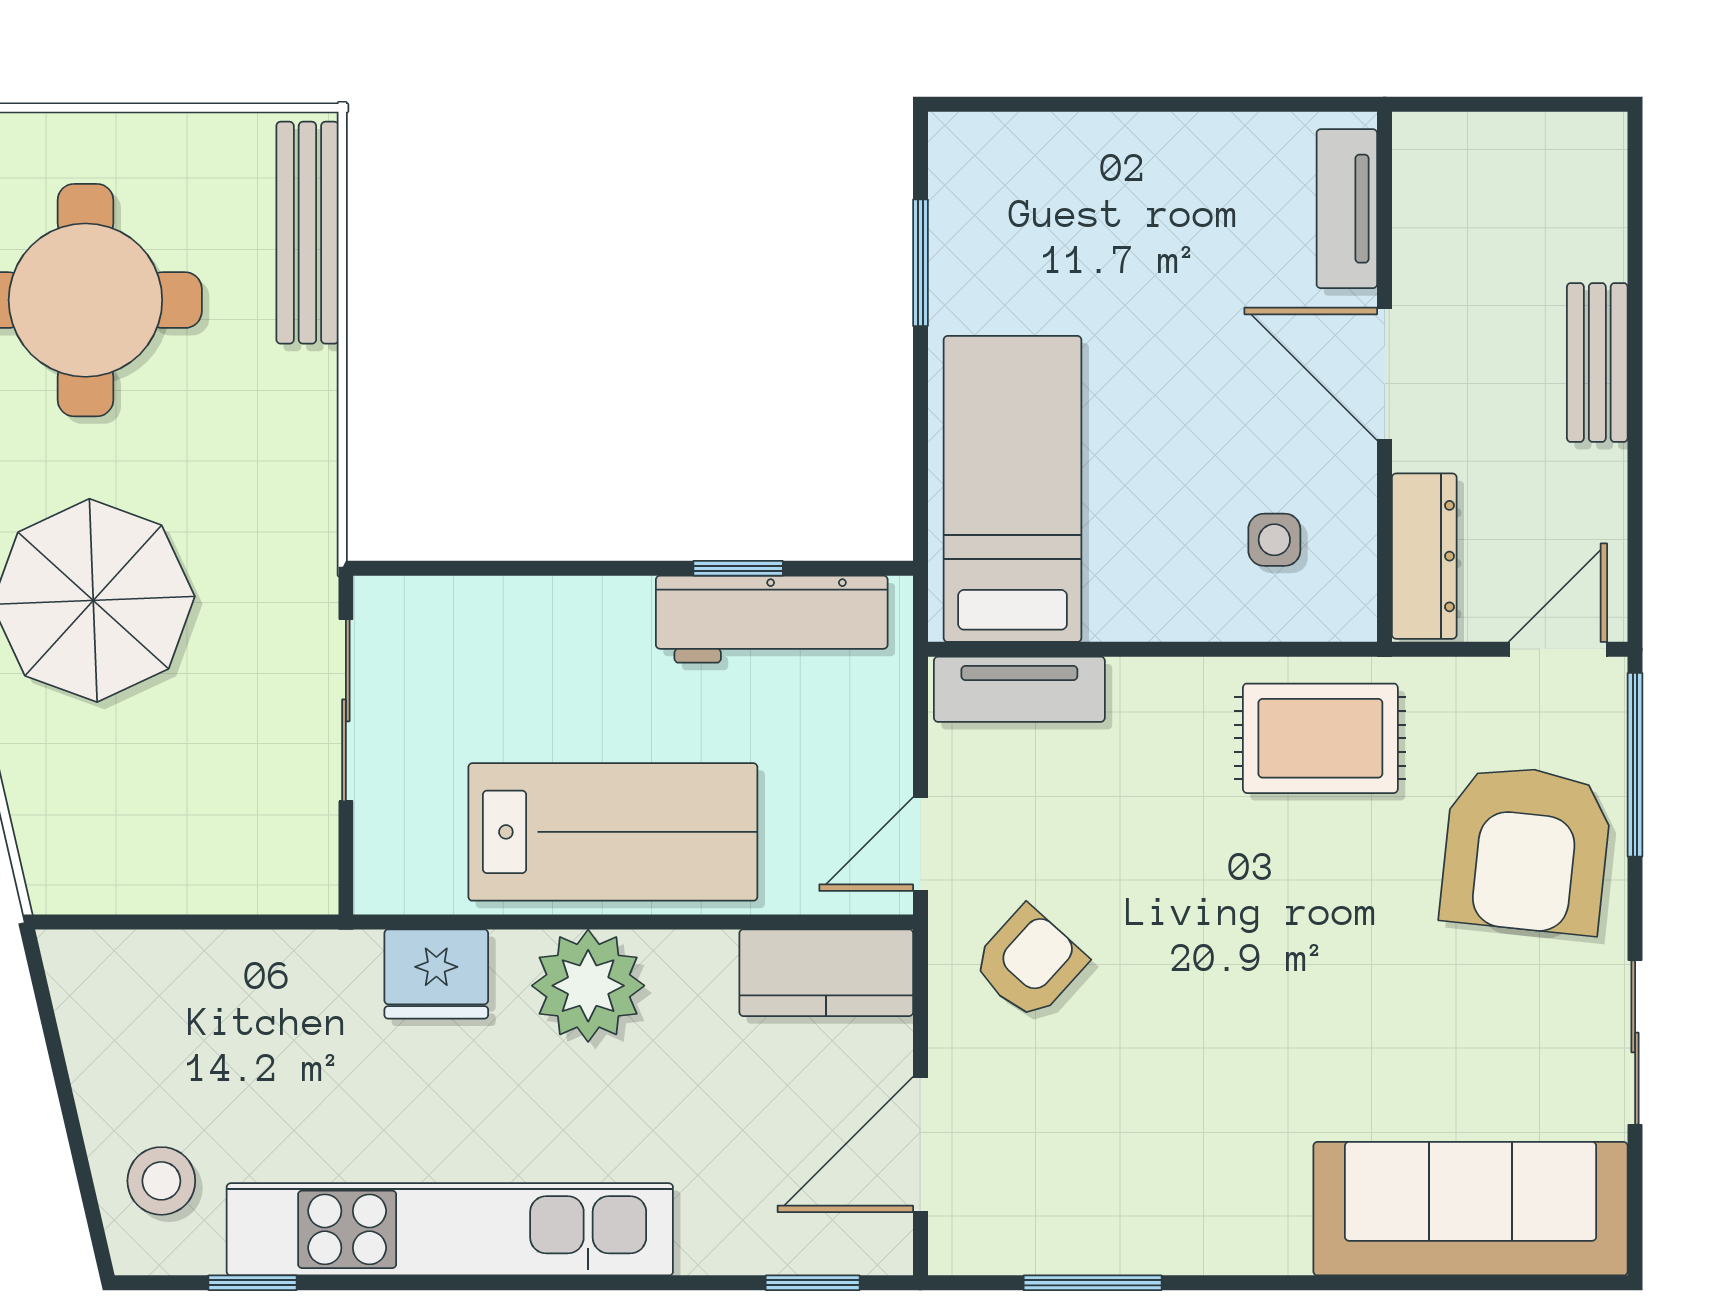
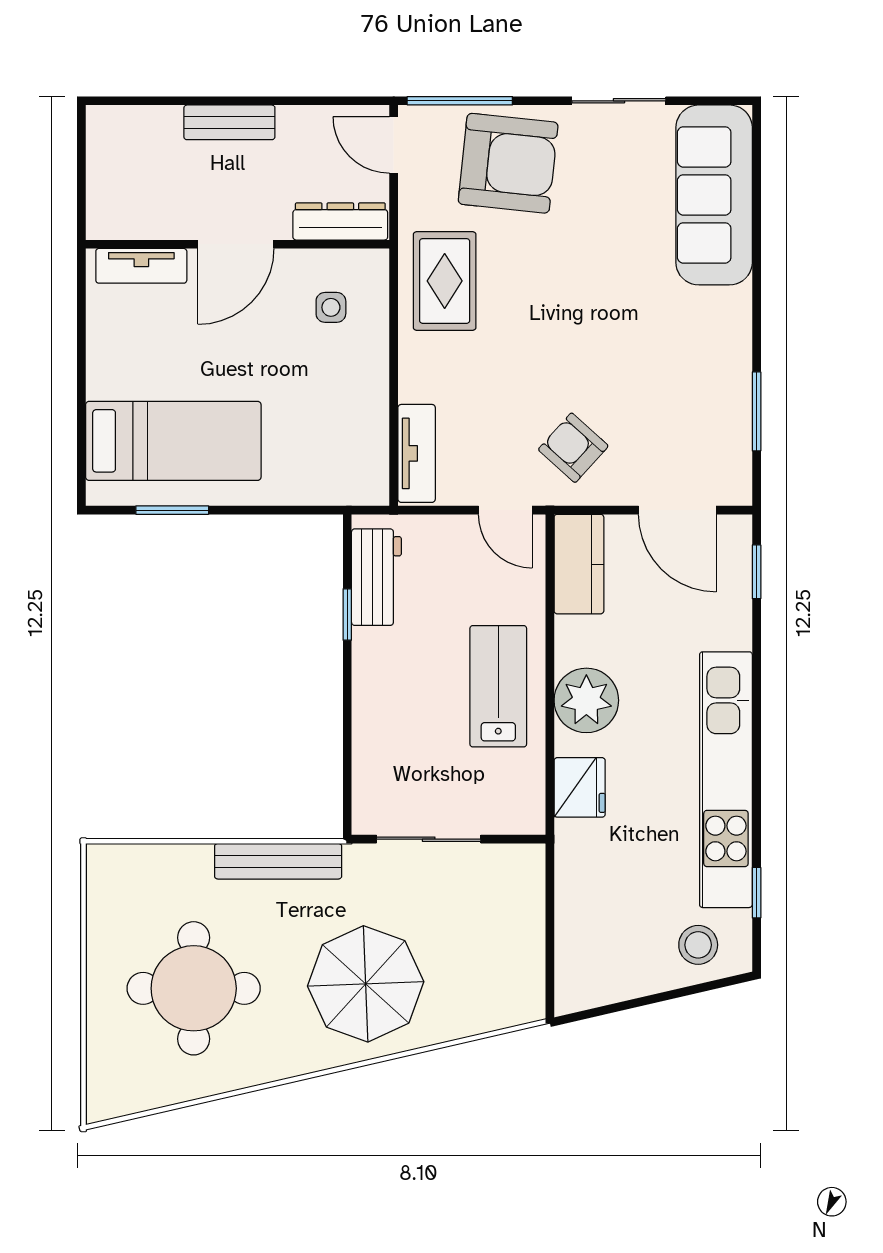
bench: (307, 233) -> (278, 861), moved
bed: (1013, 489) -> (173, 441), moved, turned 180
workbench: (772, 619) -> (376, 577), width x0.73
lab bench: (613, 832) -> (498, 686), width x0.73, depth x0.72

